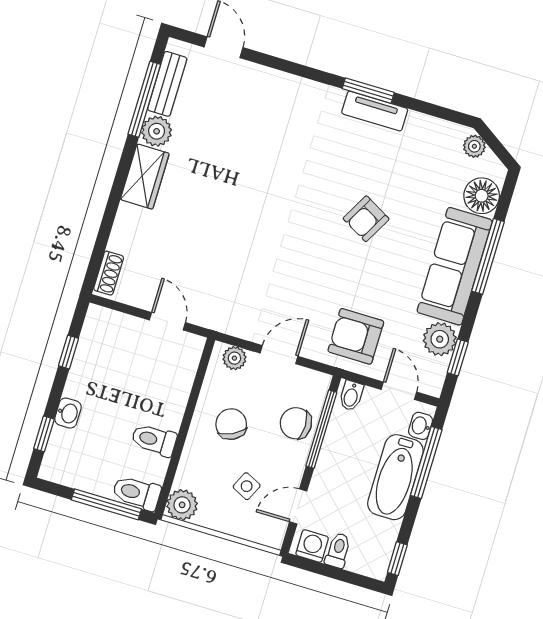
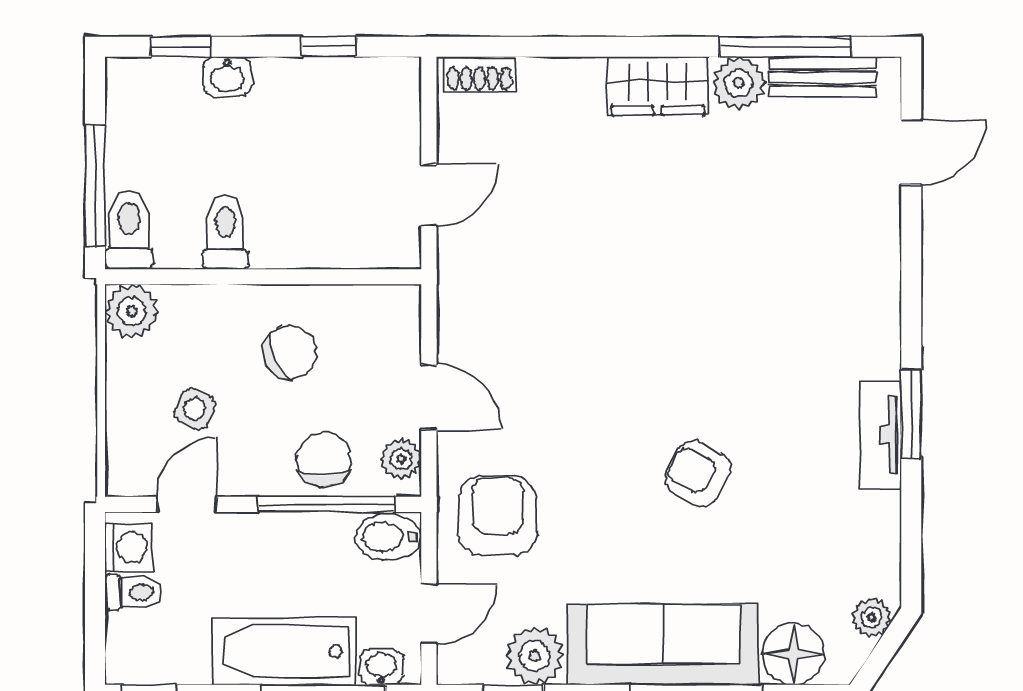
plant: (234, 358) -> (401, 459), moved
bidet: (351, 396) -> (388, 537), width x1.38, depth x1.36
door: (298, 506) -> (187, 504), hinge flipped

